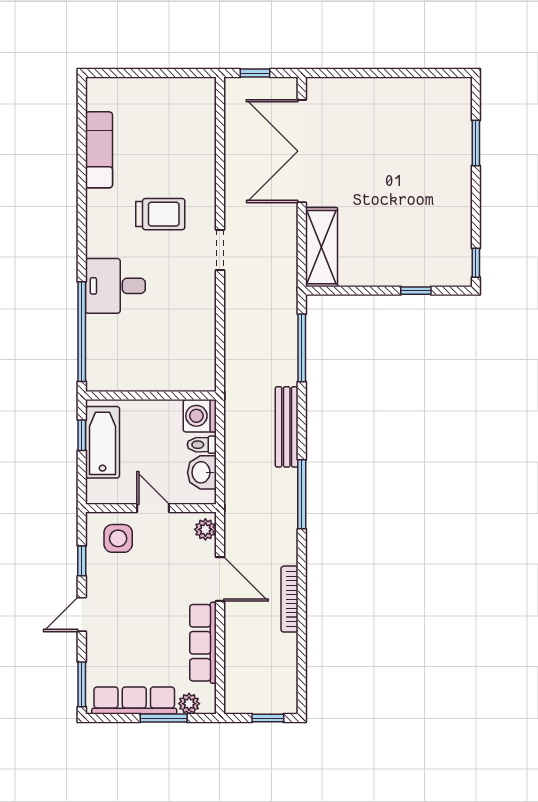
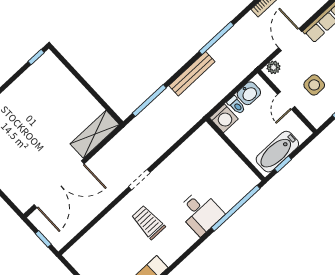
window: (416, 291) -> (74, 73), removed
side table: (118, 538) -> (314, 85), moved

